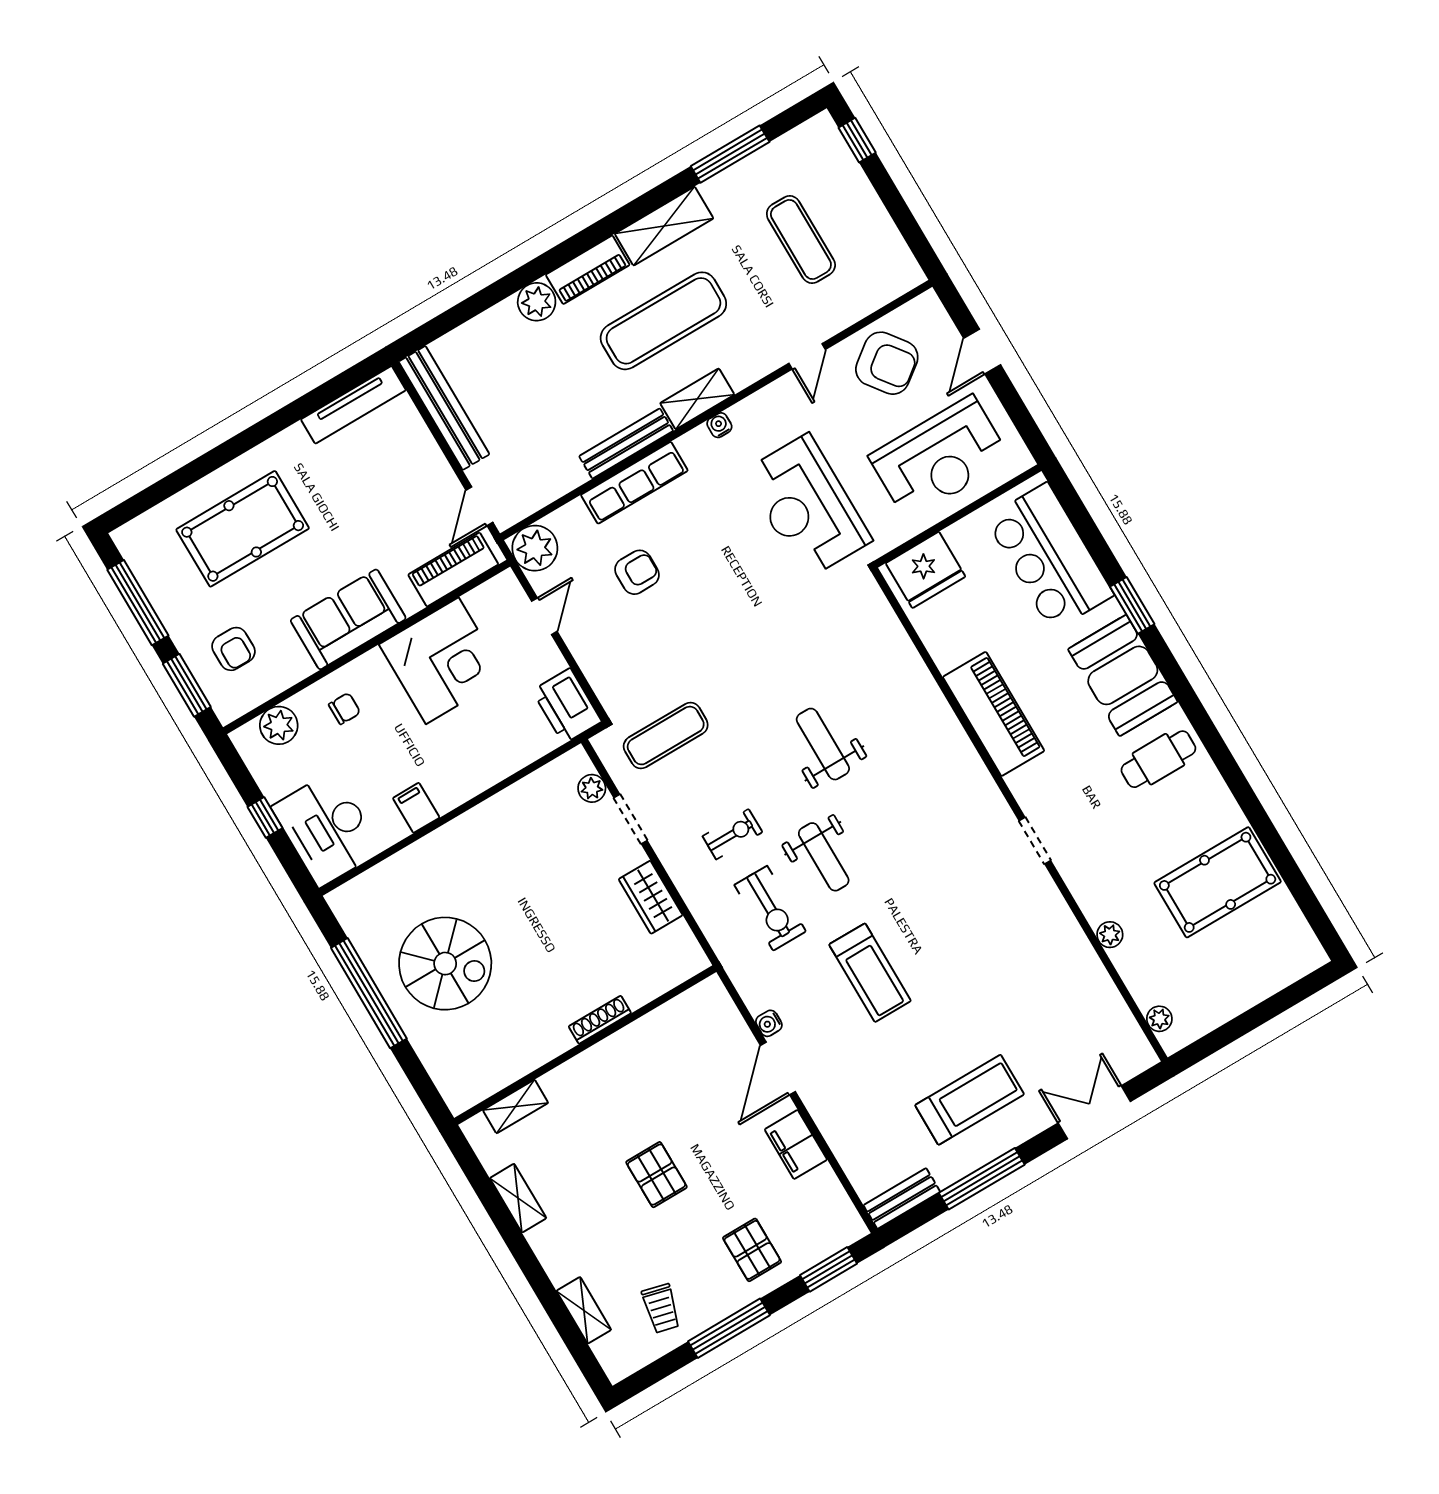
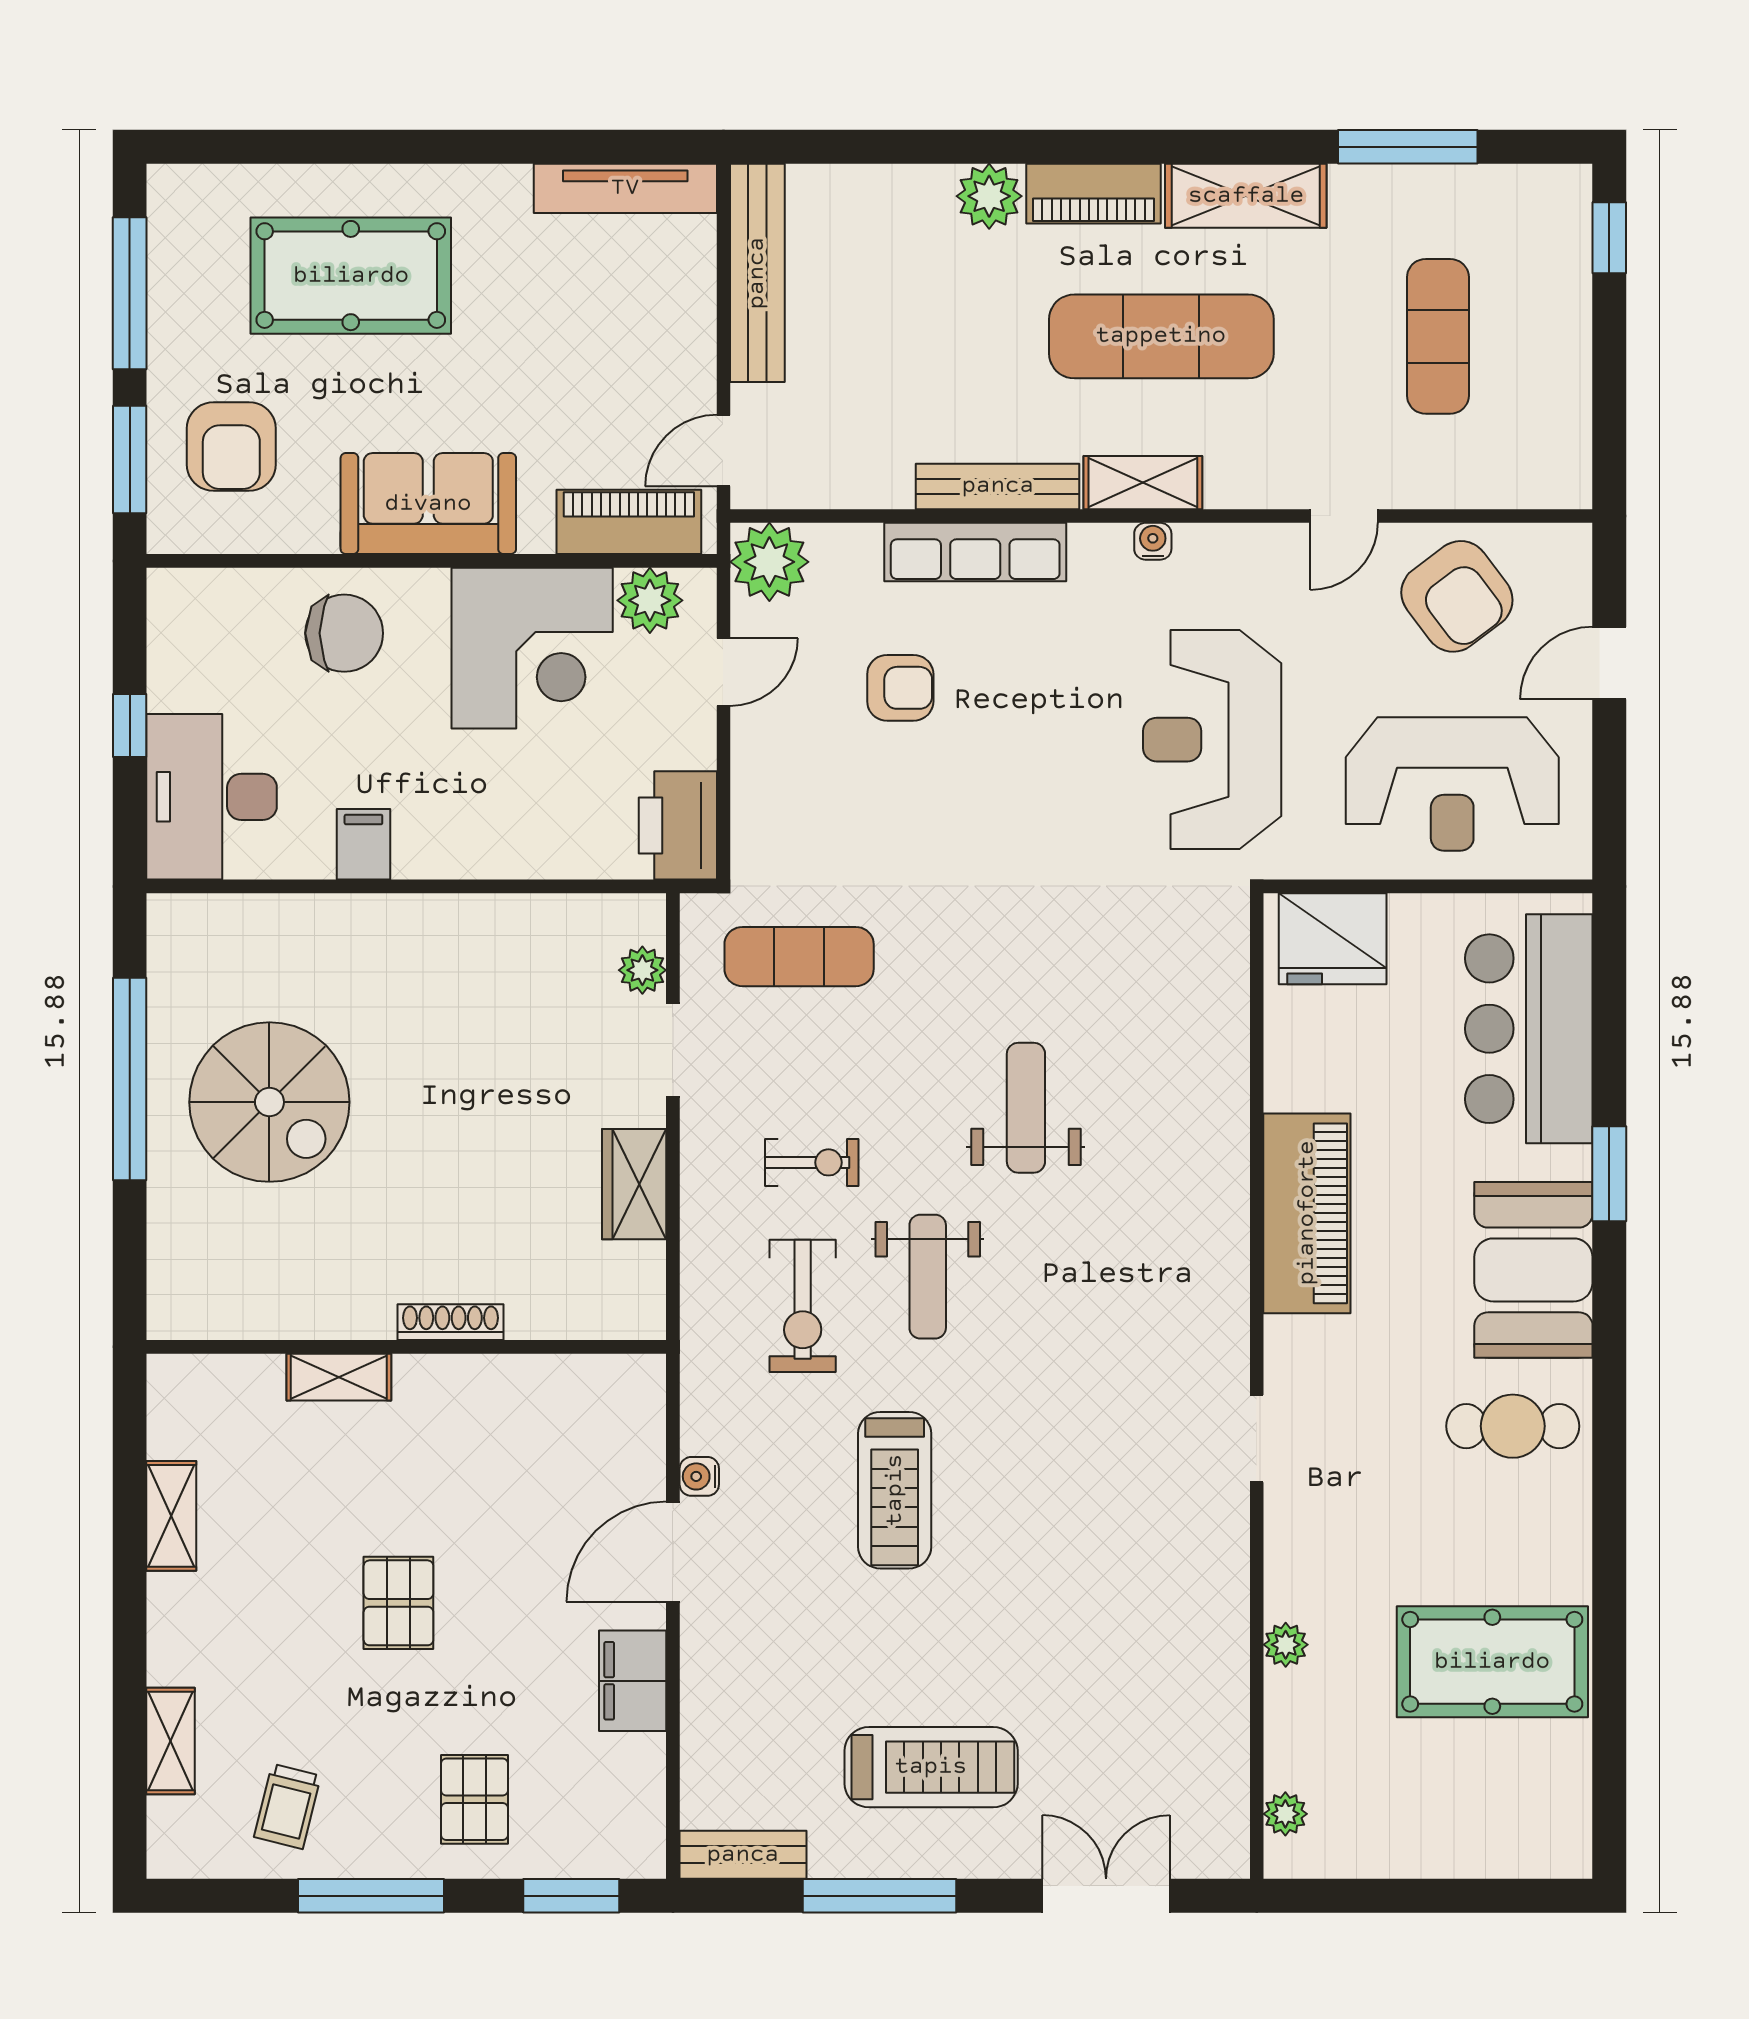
armchair: (233, 649) -> (231, 446), width x1.38, depth x1.38
chair: (345, 709) -> (344, 633), width x1.87, depth x1.87
plant: (279, 725) -> (650, 600), moved
shelving: (516, 1106) -> (339, 1377), moved

